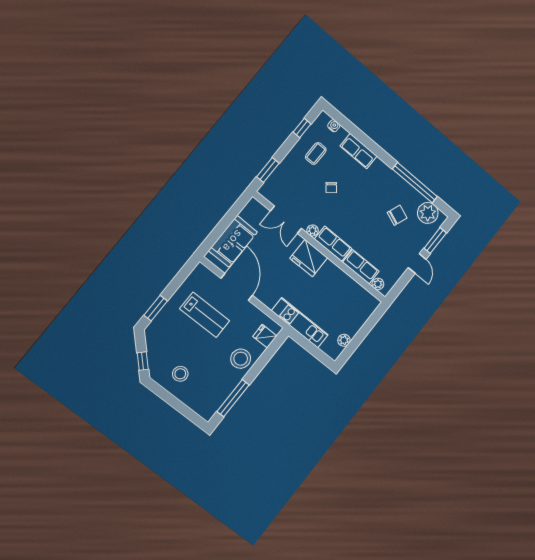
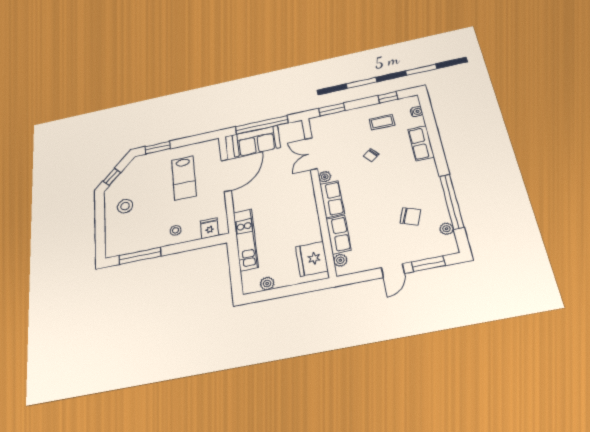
plant: (428, 213) -> (446, 229), width x0.53, depth x0.53
window: (224, 224) -> (262, 125), added
fridge: (309, 258) -> (312, 259), moved
stool: (241, 359) -> (176, 230), width x0.53, depth x0.53

